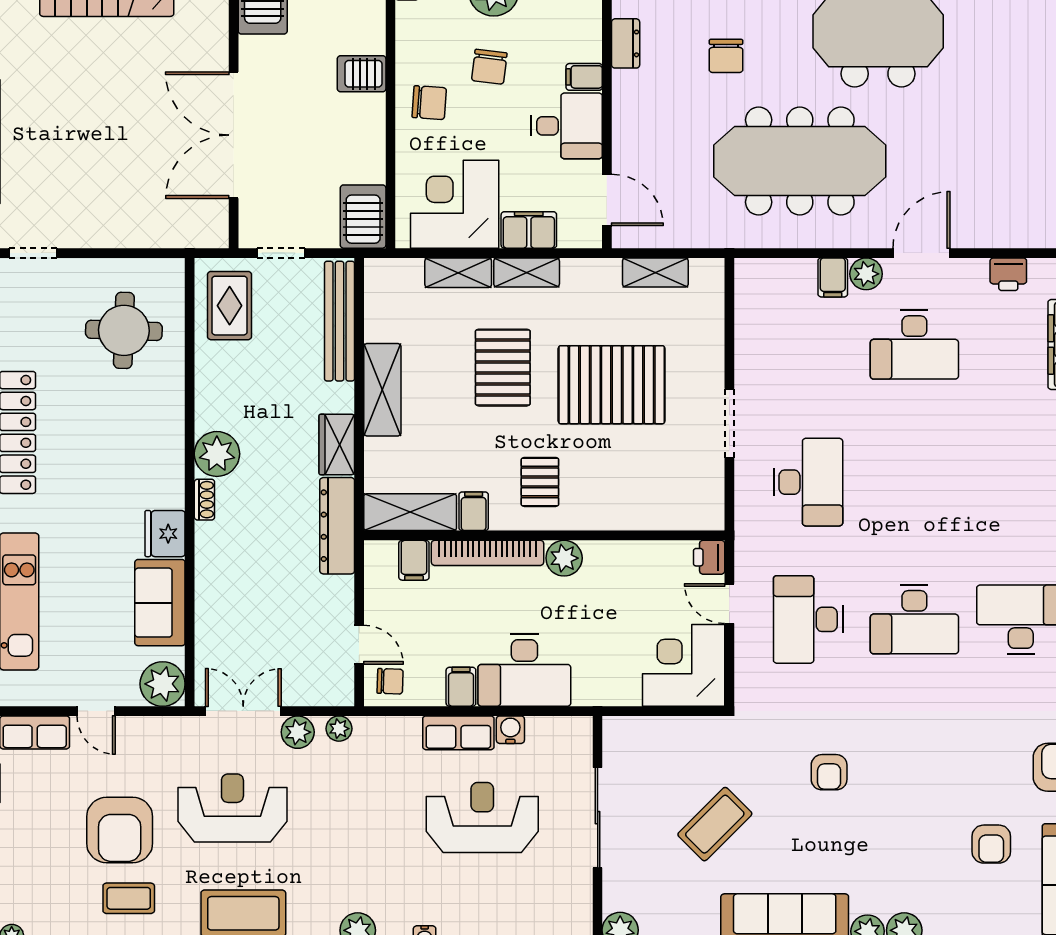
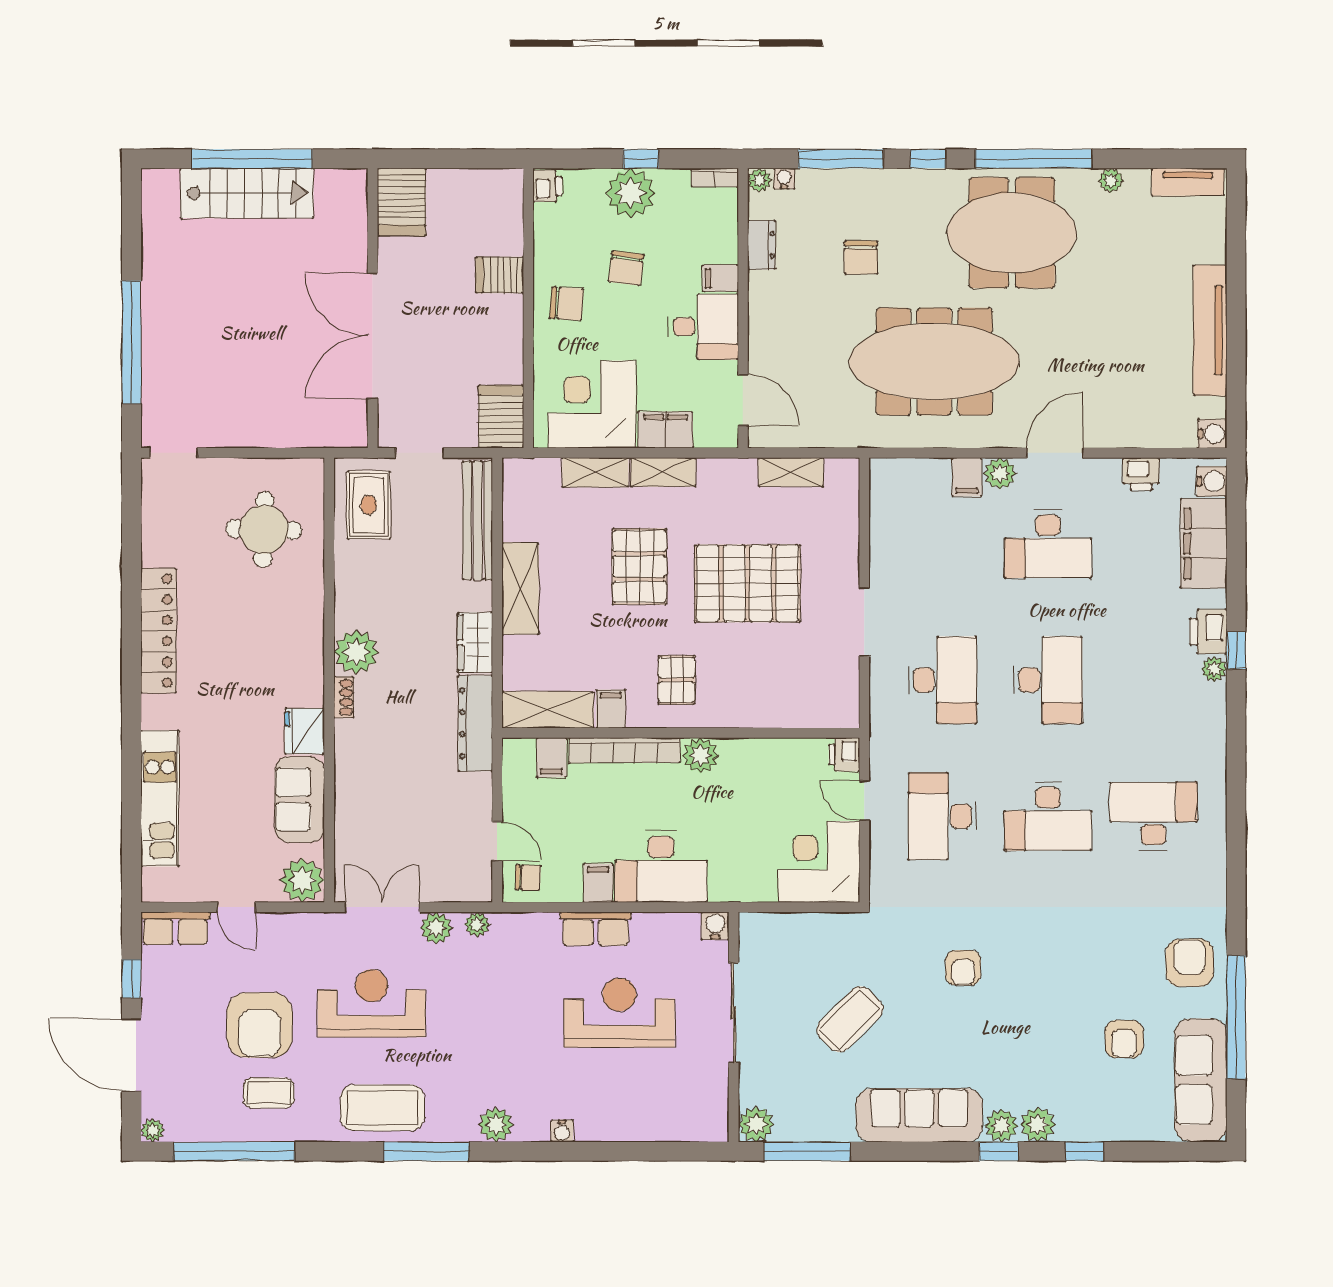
desk: (914, 482) -> (1048, 680), added
water cooler: (510, 730) -> (715, 926), moved

